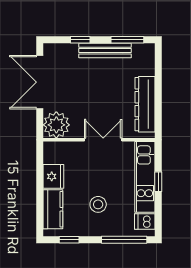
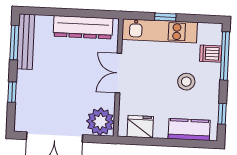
bench: (105, 51) -> (26, 42), moved
fridge: (53, 176) -> (140, 127), moved
dishwasher: (145, 222) -> (211, 54), moved, turned 90

